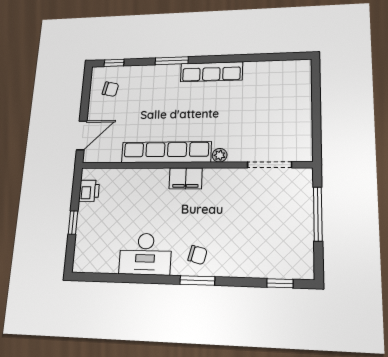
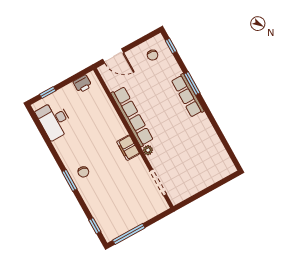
row of seats: (211, 72) -> (188, 96), moved
filing cabinet: (186, 178) -> (128, 148), moved
window: (318, 214) -> (129, 234), moved
window: (73, 223) -> (48, 92), moved
desk: (145, 254) -> (54, 120), moved

